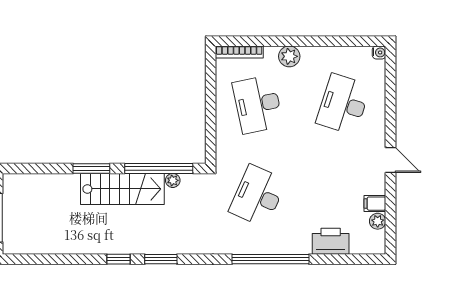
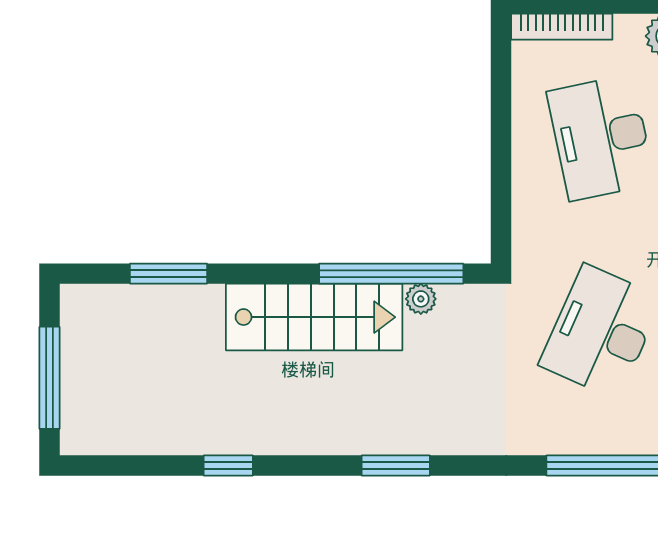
window: (91, 168) -> (168, 274), moved
window: (119, 259) -> (228, 466), moved

